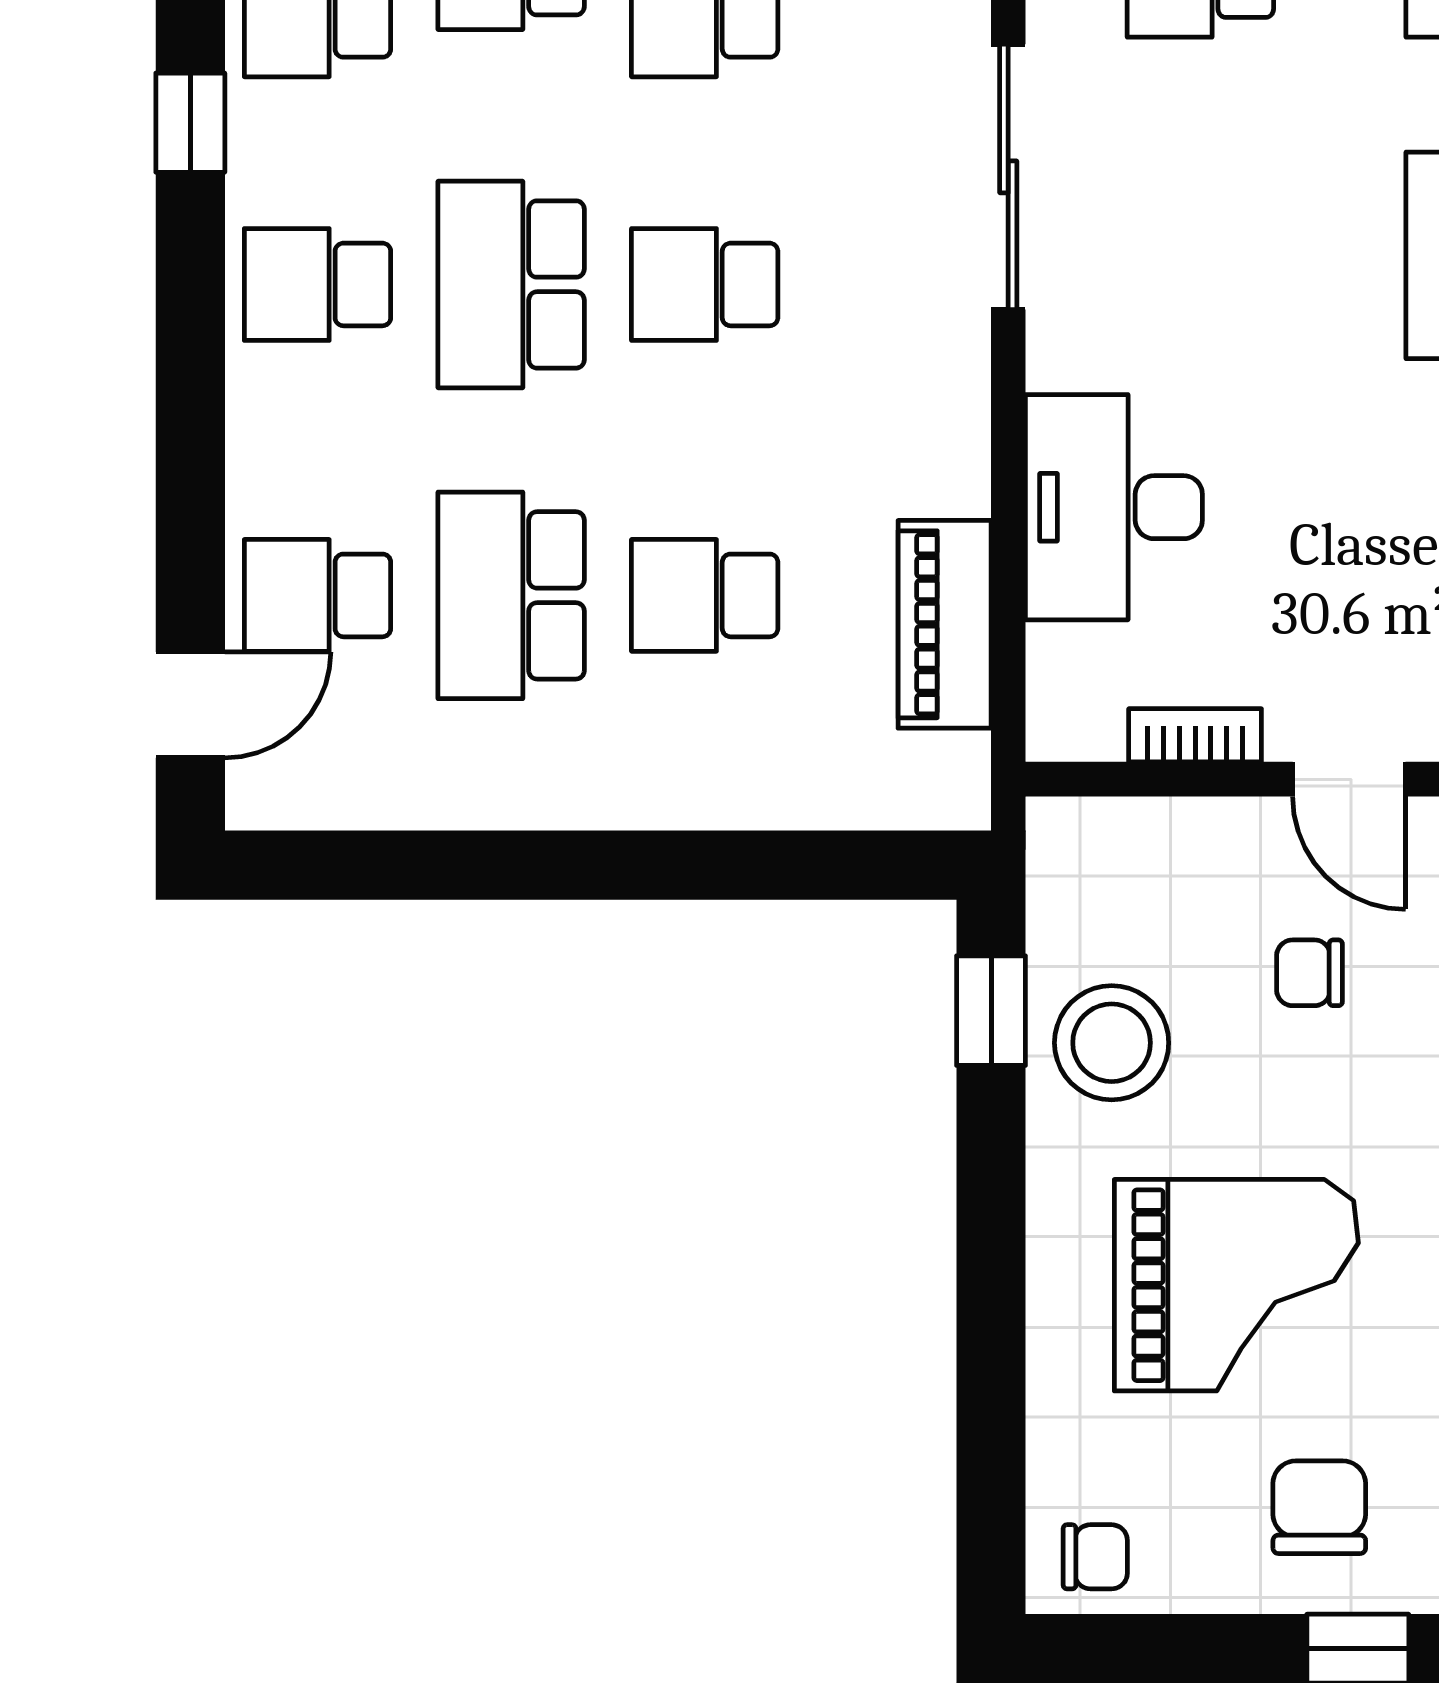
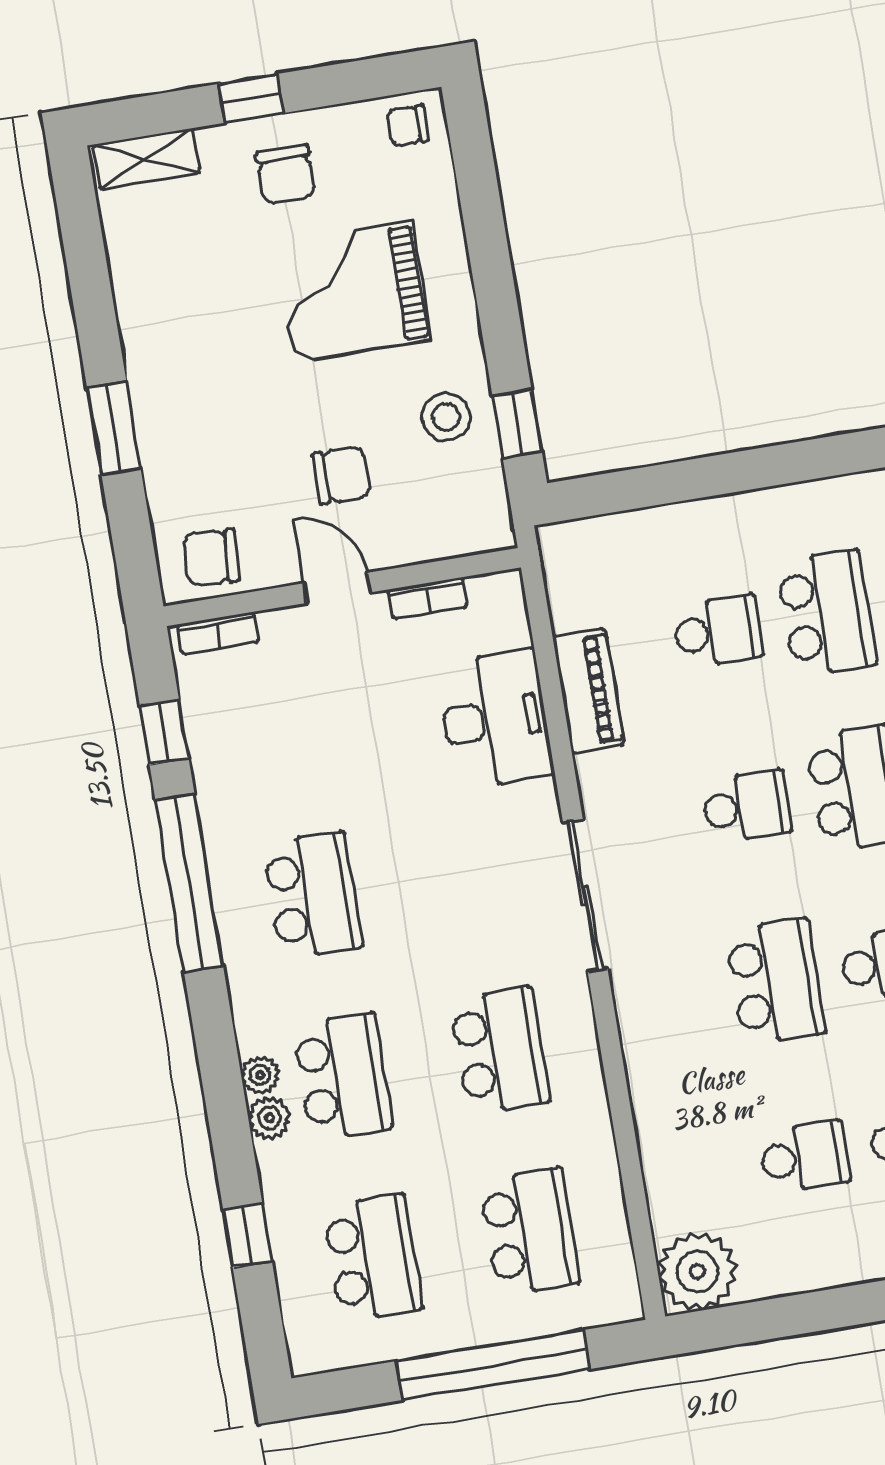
piano: (945, 624) -> (588, 691), moved
chair: (1309, 973) -> (341, 475), width x1.37, depth x1.37
stool: (1112, 1043) -> (446, 417), width x0.73, depth x0.73

